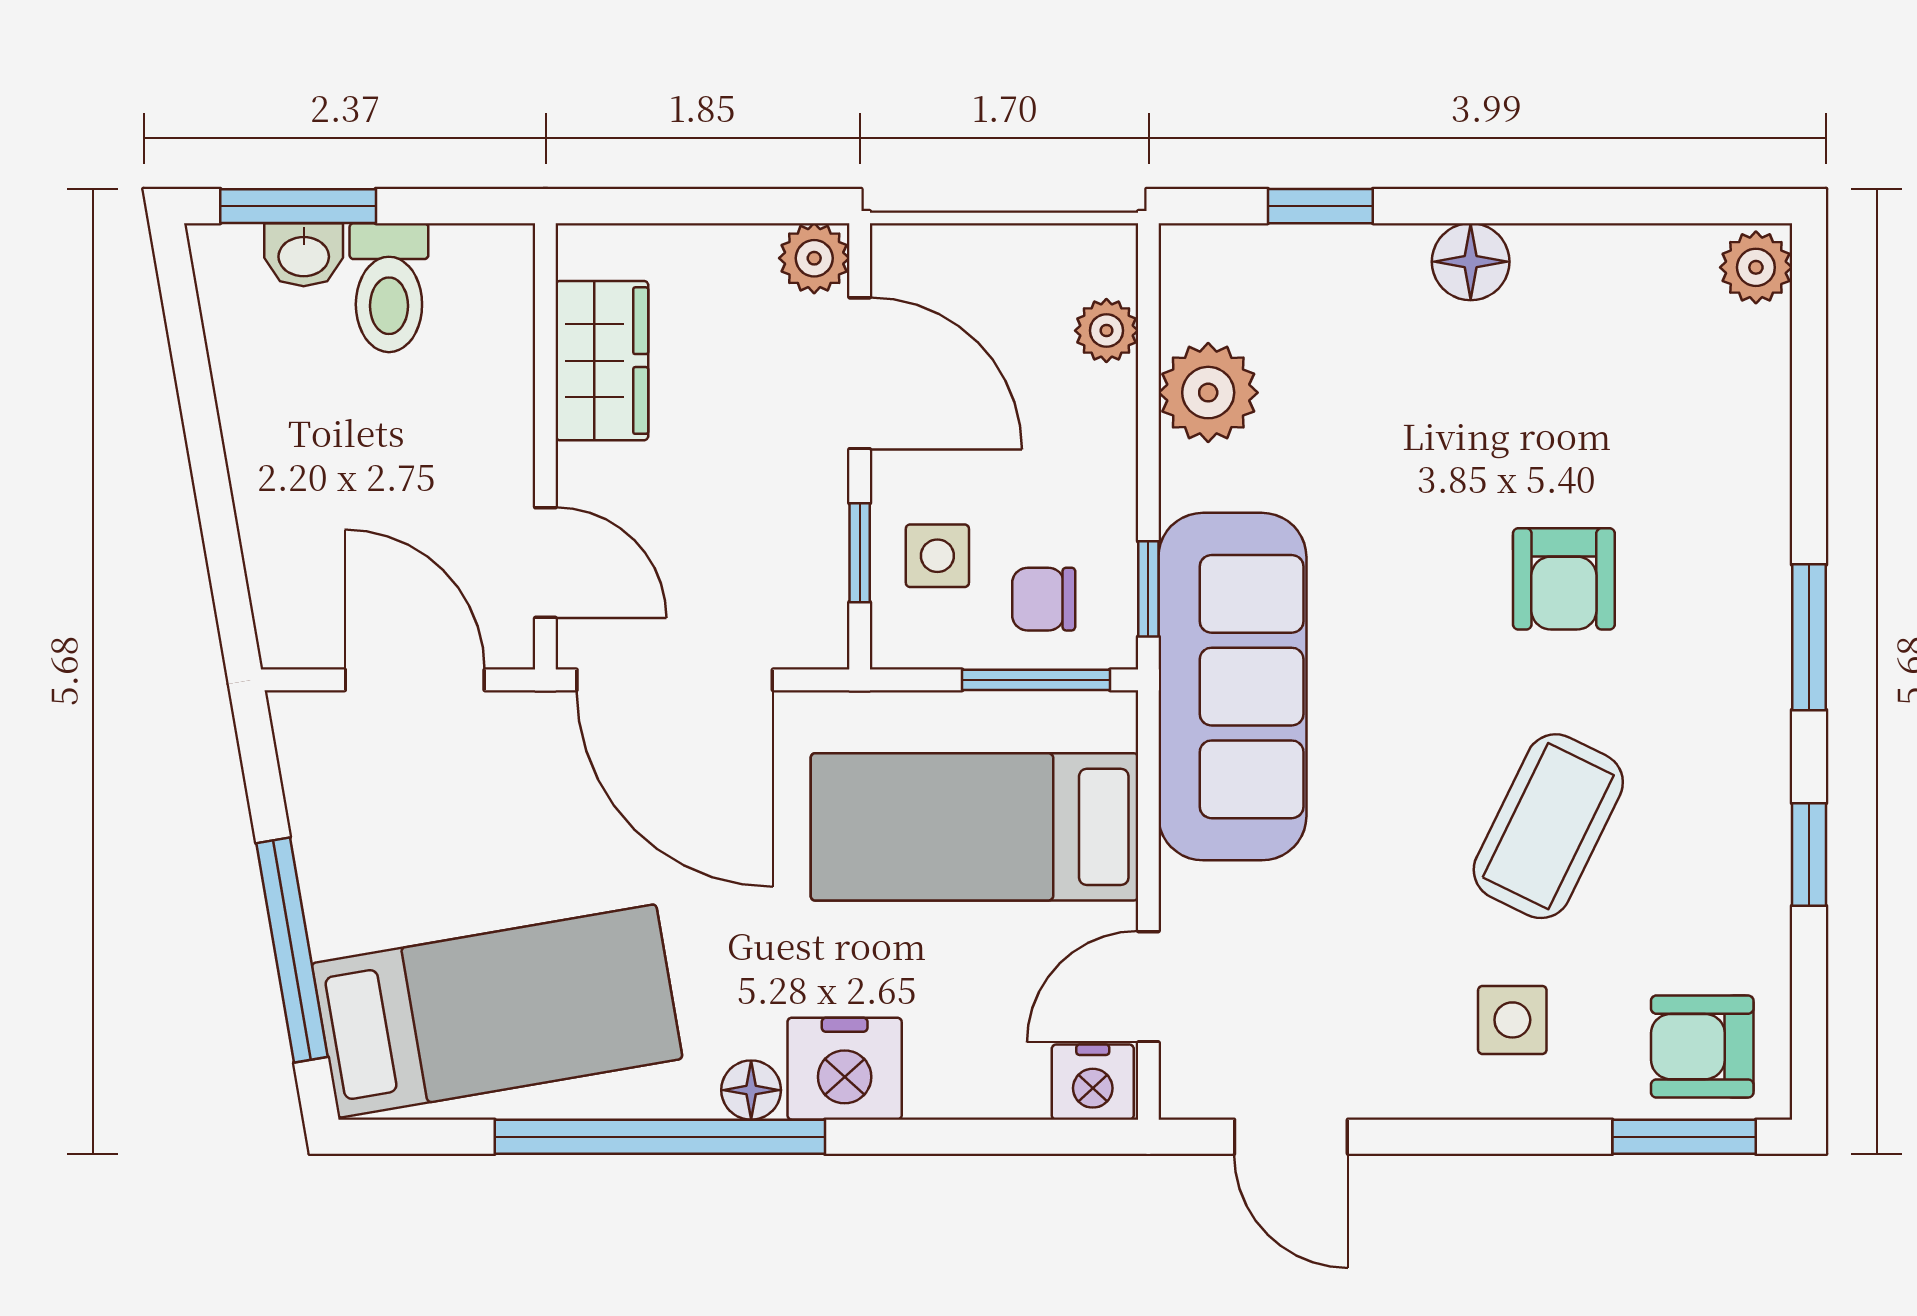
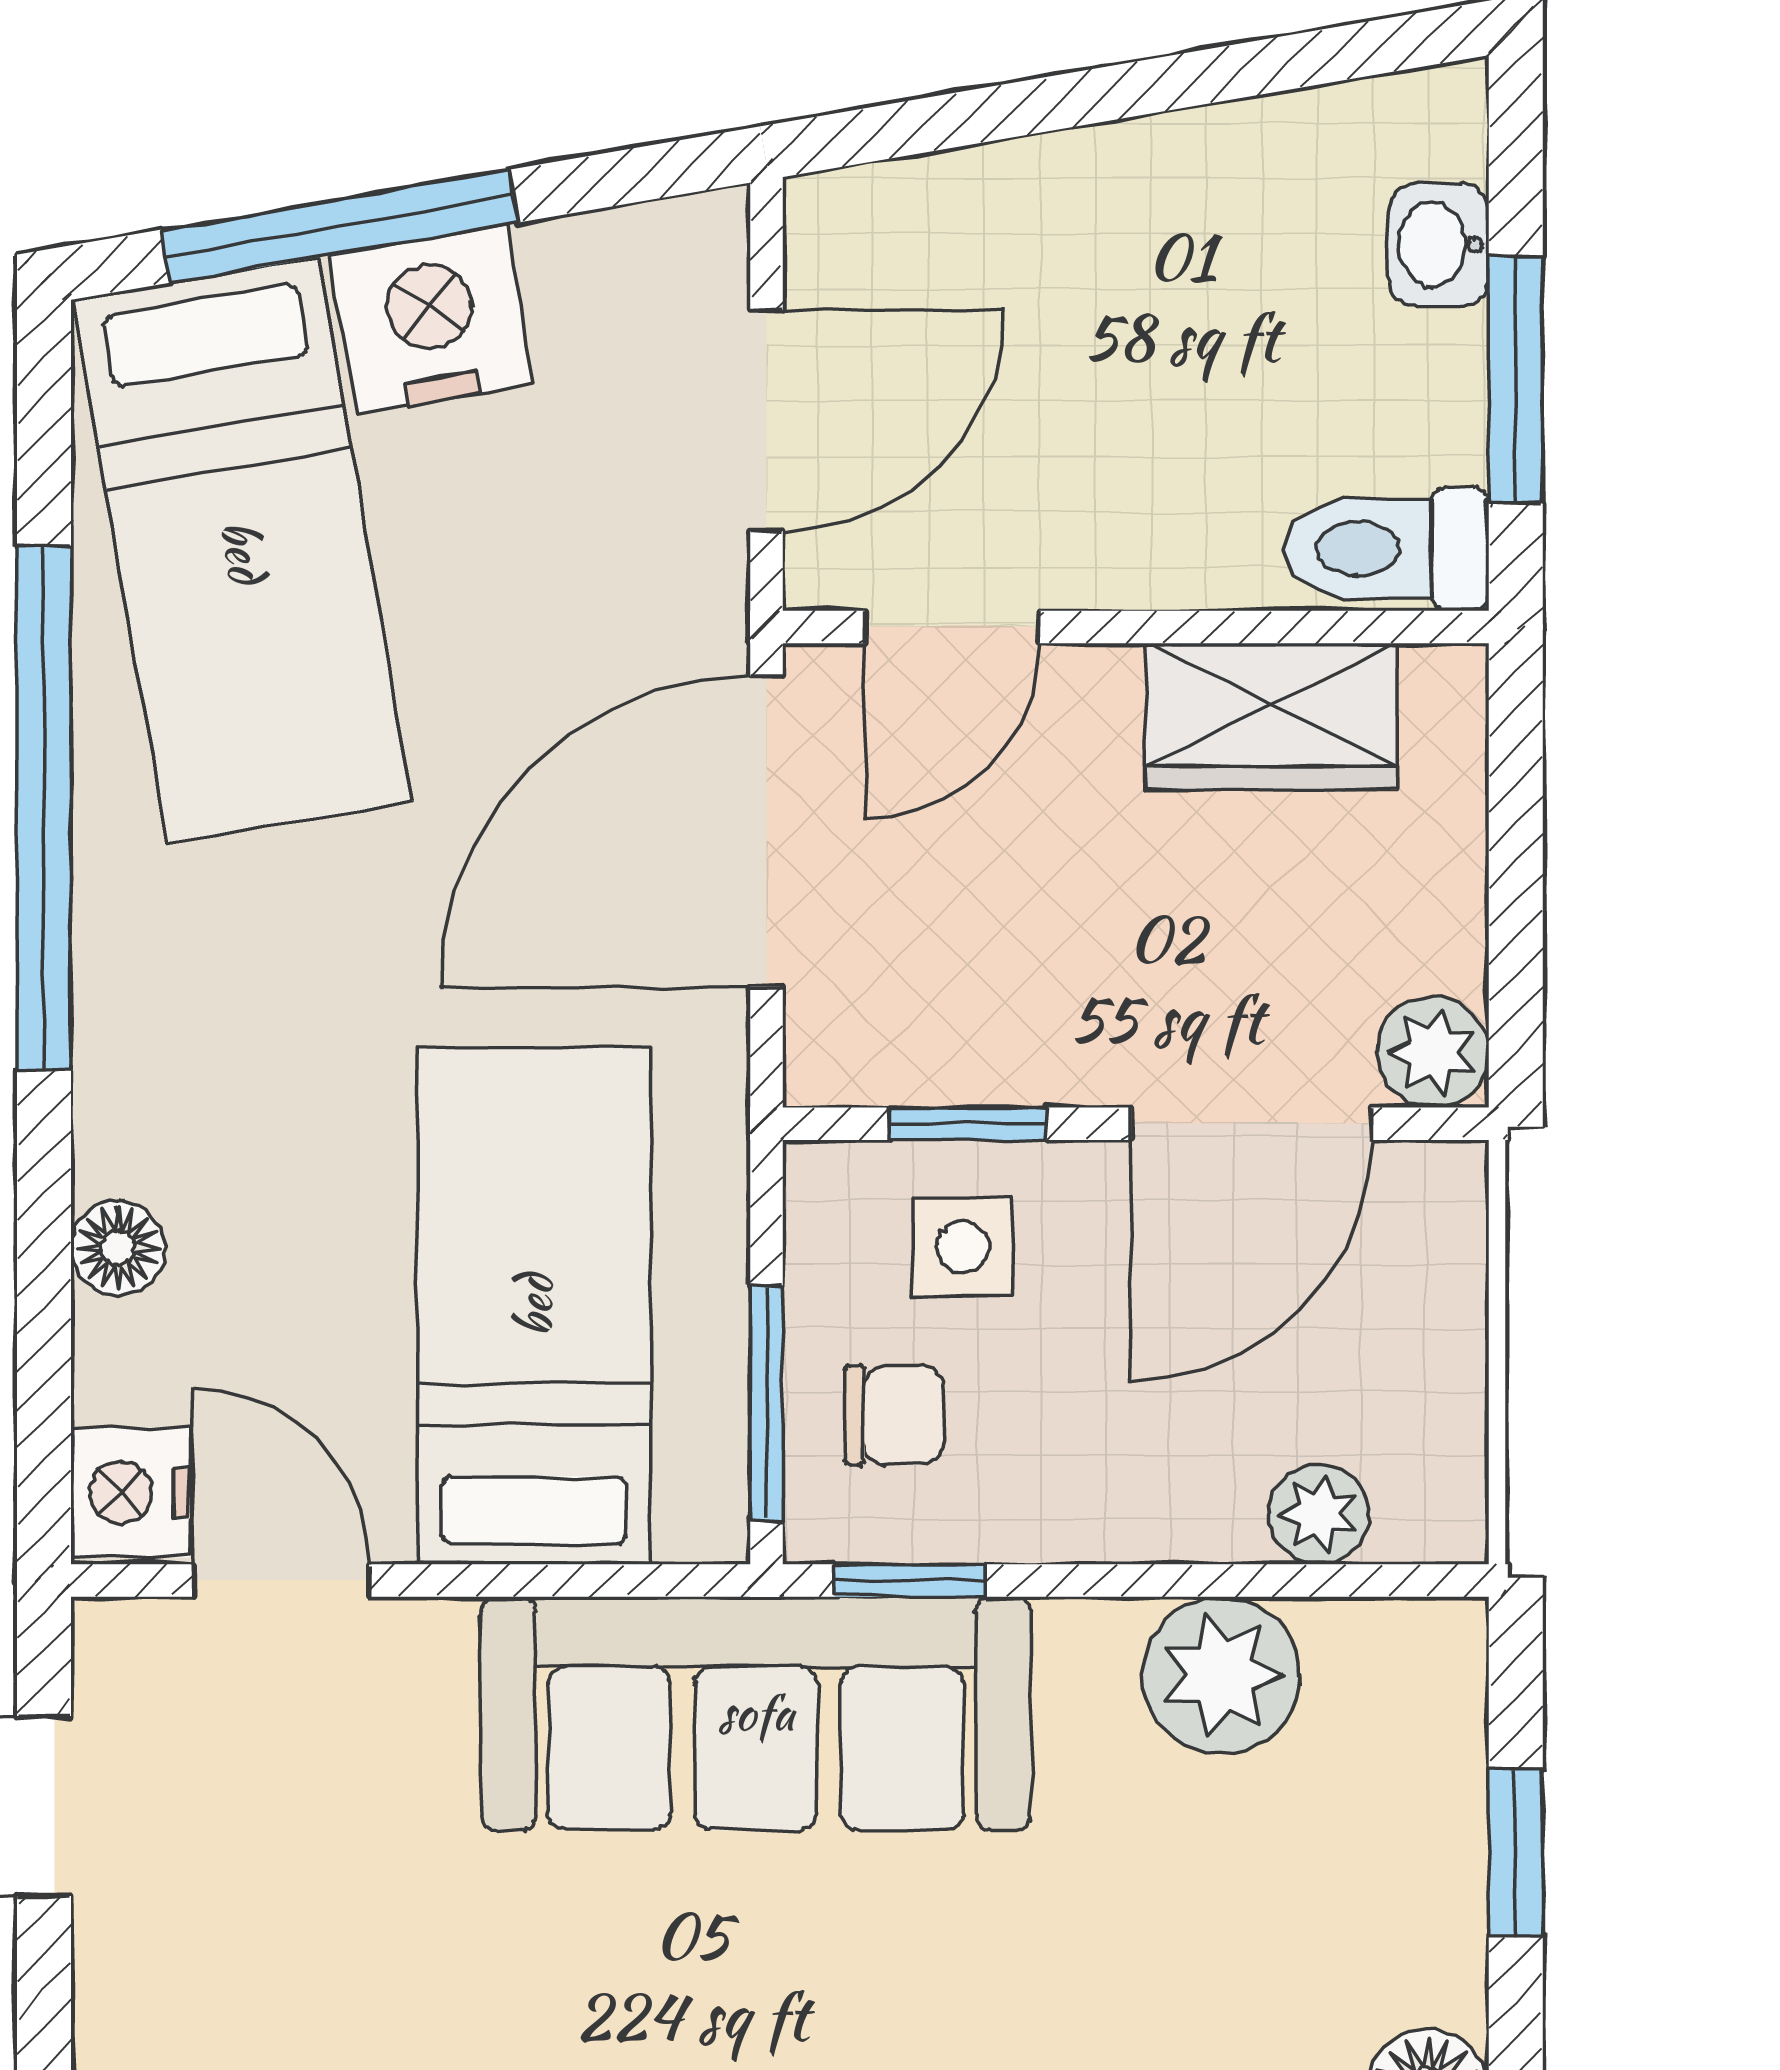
window: (298, 206) -> (1516, 380), moved
toilet: (389, 288) -> (1387, 549), moved
chair: (1044, 599) -> (894, 1415), turned 90
nightstand: (845, 1069) -> (431, 320), moved, turned 80
floor lamp: (751, 1090) -> (118, 1248), moved

